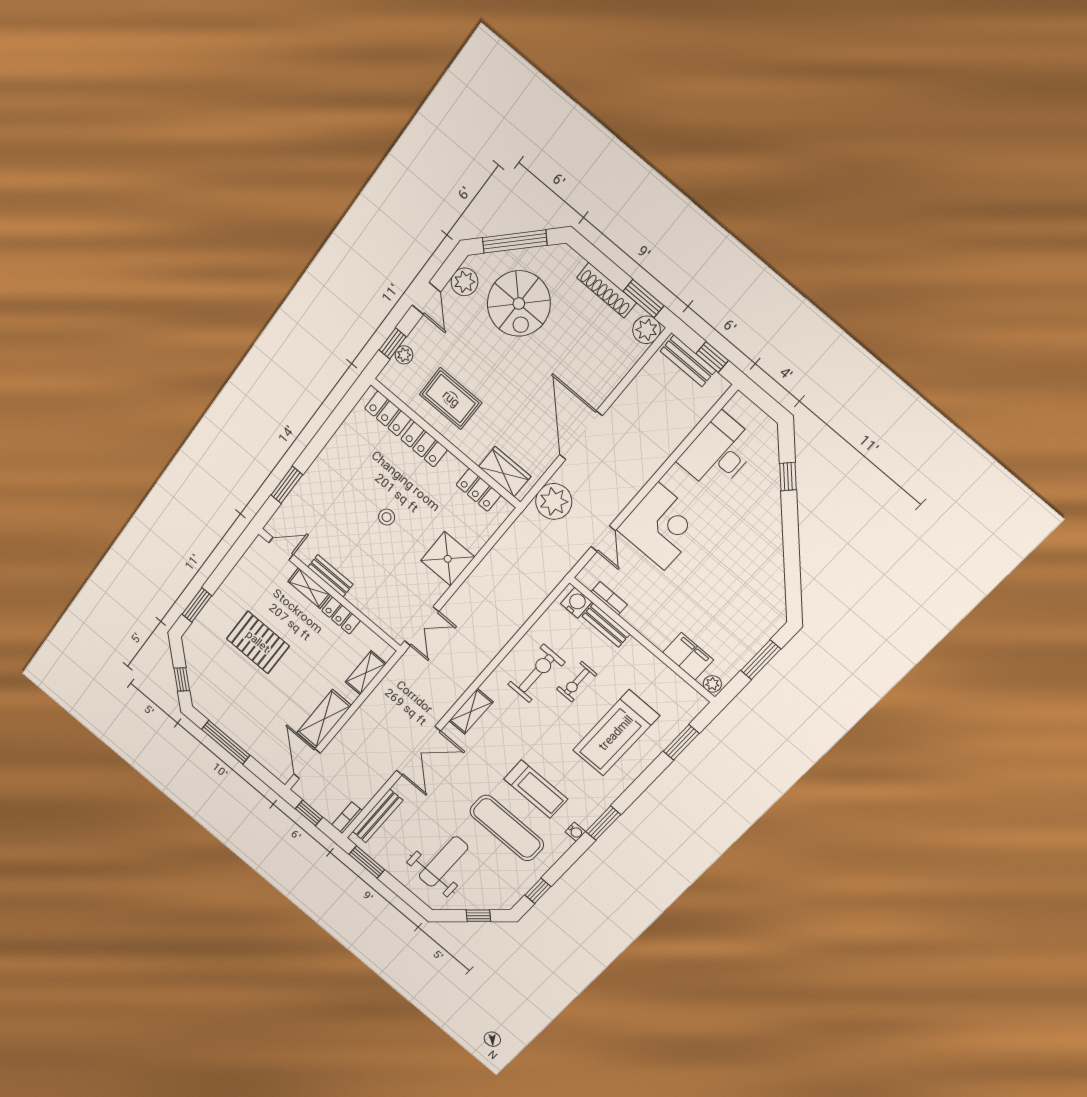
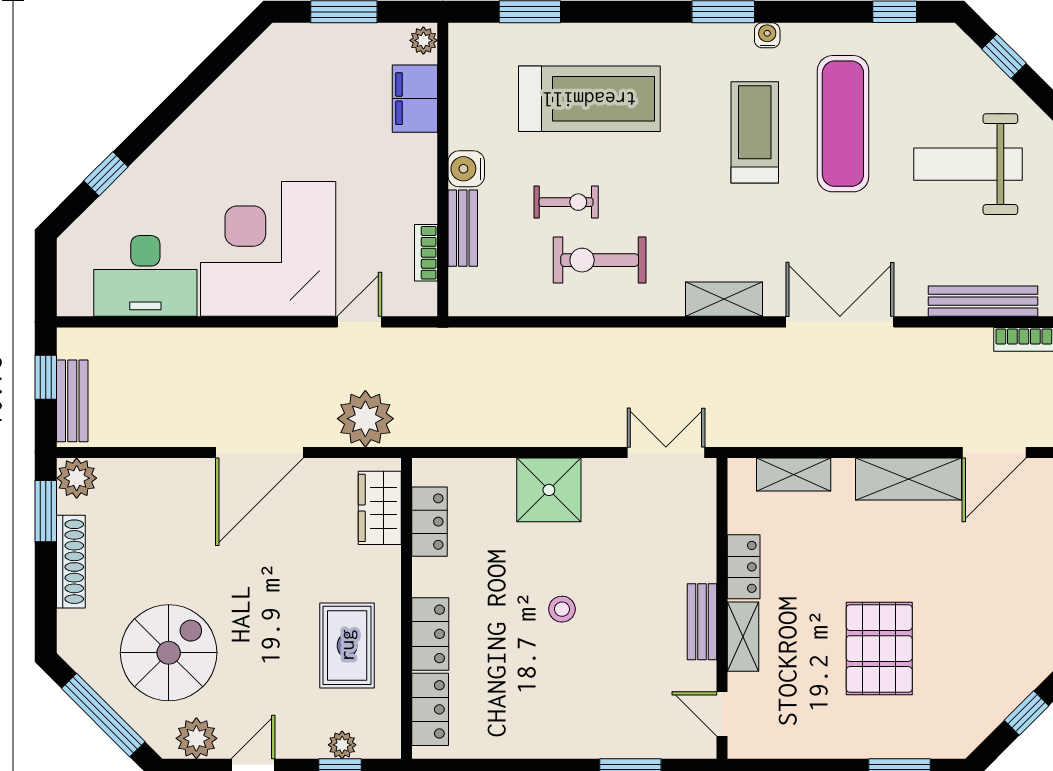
corner desk: (661, 526) -> (268, 249), width x1.36, depth x1.36
water cooler: (576, 603) -> (466, 169), moved

